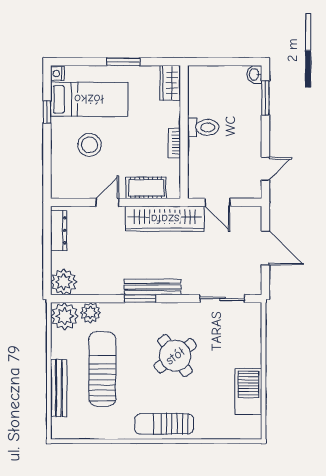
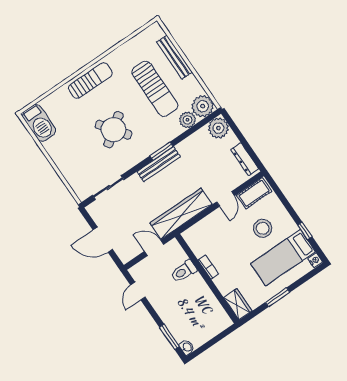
toilet: (203, 127) -> (184, 271), moved
cot: (146, 188) -> (254, 193), moved
barbecue: (248, 391) -> (39, 123), moved

